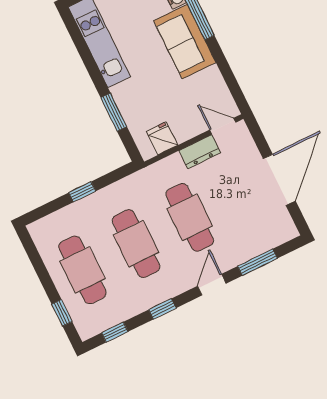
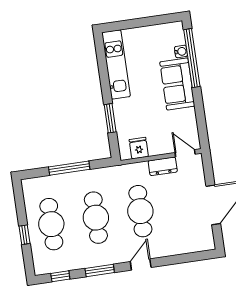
window: (82, 192) -> (69, 168), width x2.17
window: (258, 262) -> (179, 259), removed
window: (162, 309) -> (100, 270), width x1.50
window: (62, 313) -> (25, 235), moved

